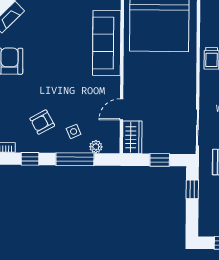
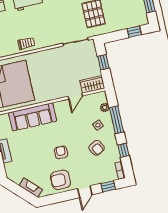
armchair: (48, 71) -> (61, 152), added
door: (121, 109) -> (75, 96), hinge flipped
window: (192, 189) -> (134, 32), moved

